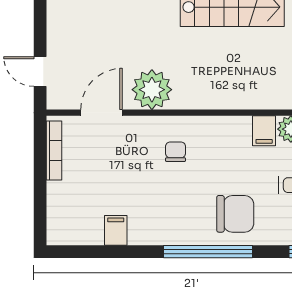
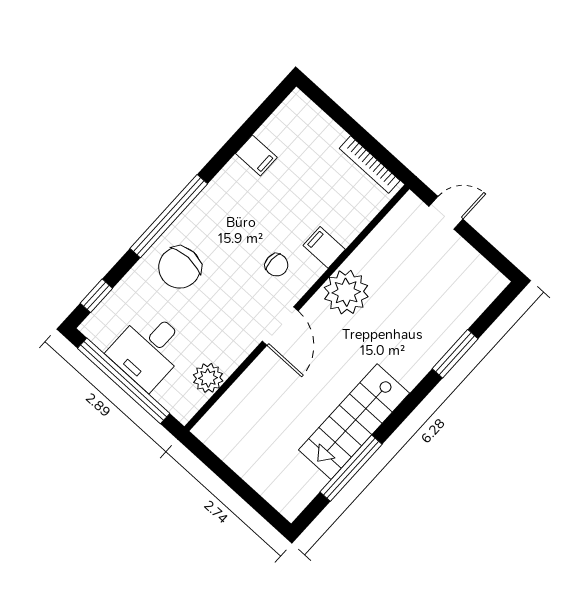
door: (102, 113) -> (280, 326), moved
filing cabinet: (264, 131) -> (324, 247), moved

